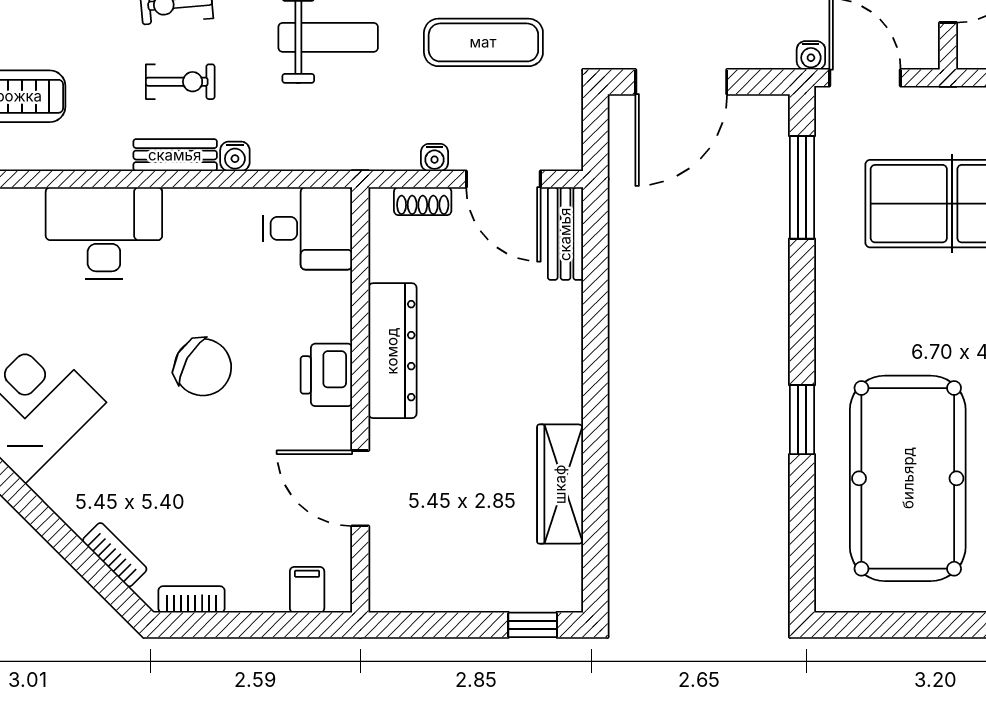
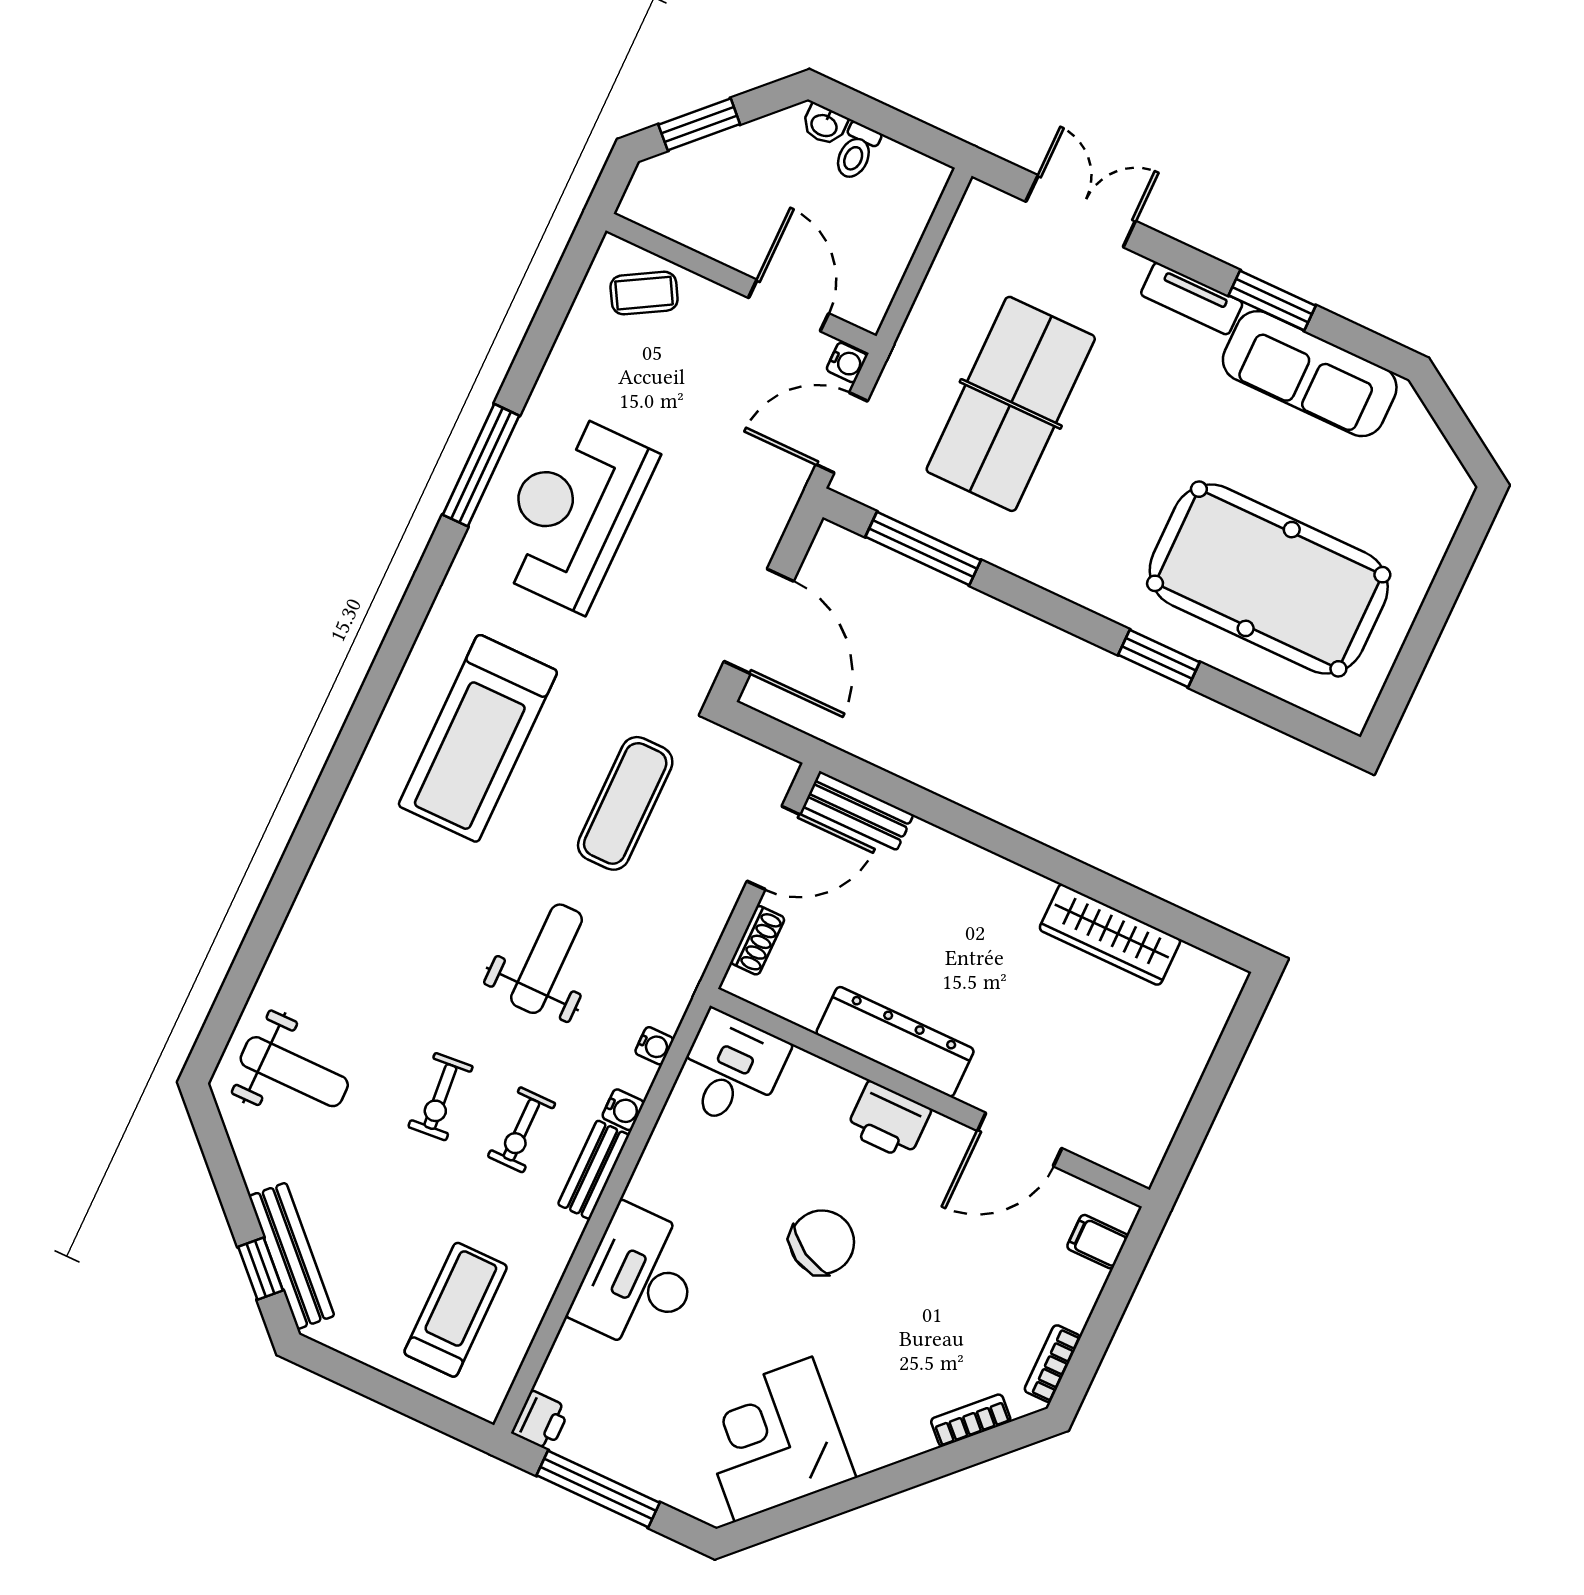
water cooler: (811, 55) -> (847, 363), moved
exercise bike: (180, 82) -> (521, 1130), turned 180
water cooler: (435, 157) -> (654, 1046), moved
window: (533, 625) -> (1240, 1029), removed

